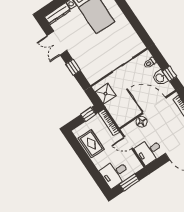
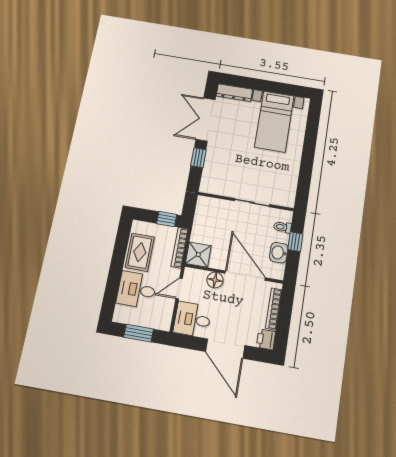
double door: (57, 43) -> (206, 119), width x1.37
window: (170, 74) -> (295, 242), moved
shower: (106, 94) -> (198, 255), moved
door: (128, 143) -> (179, 289), hinge flipped
desk: (115, 173) -> (137, 290), moved

